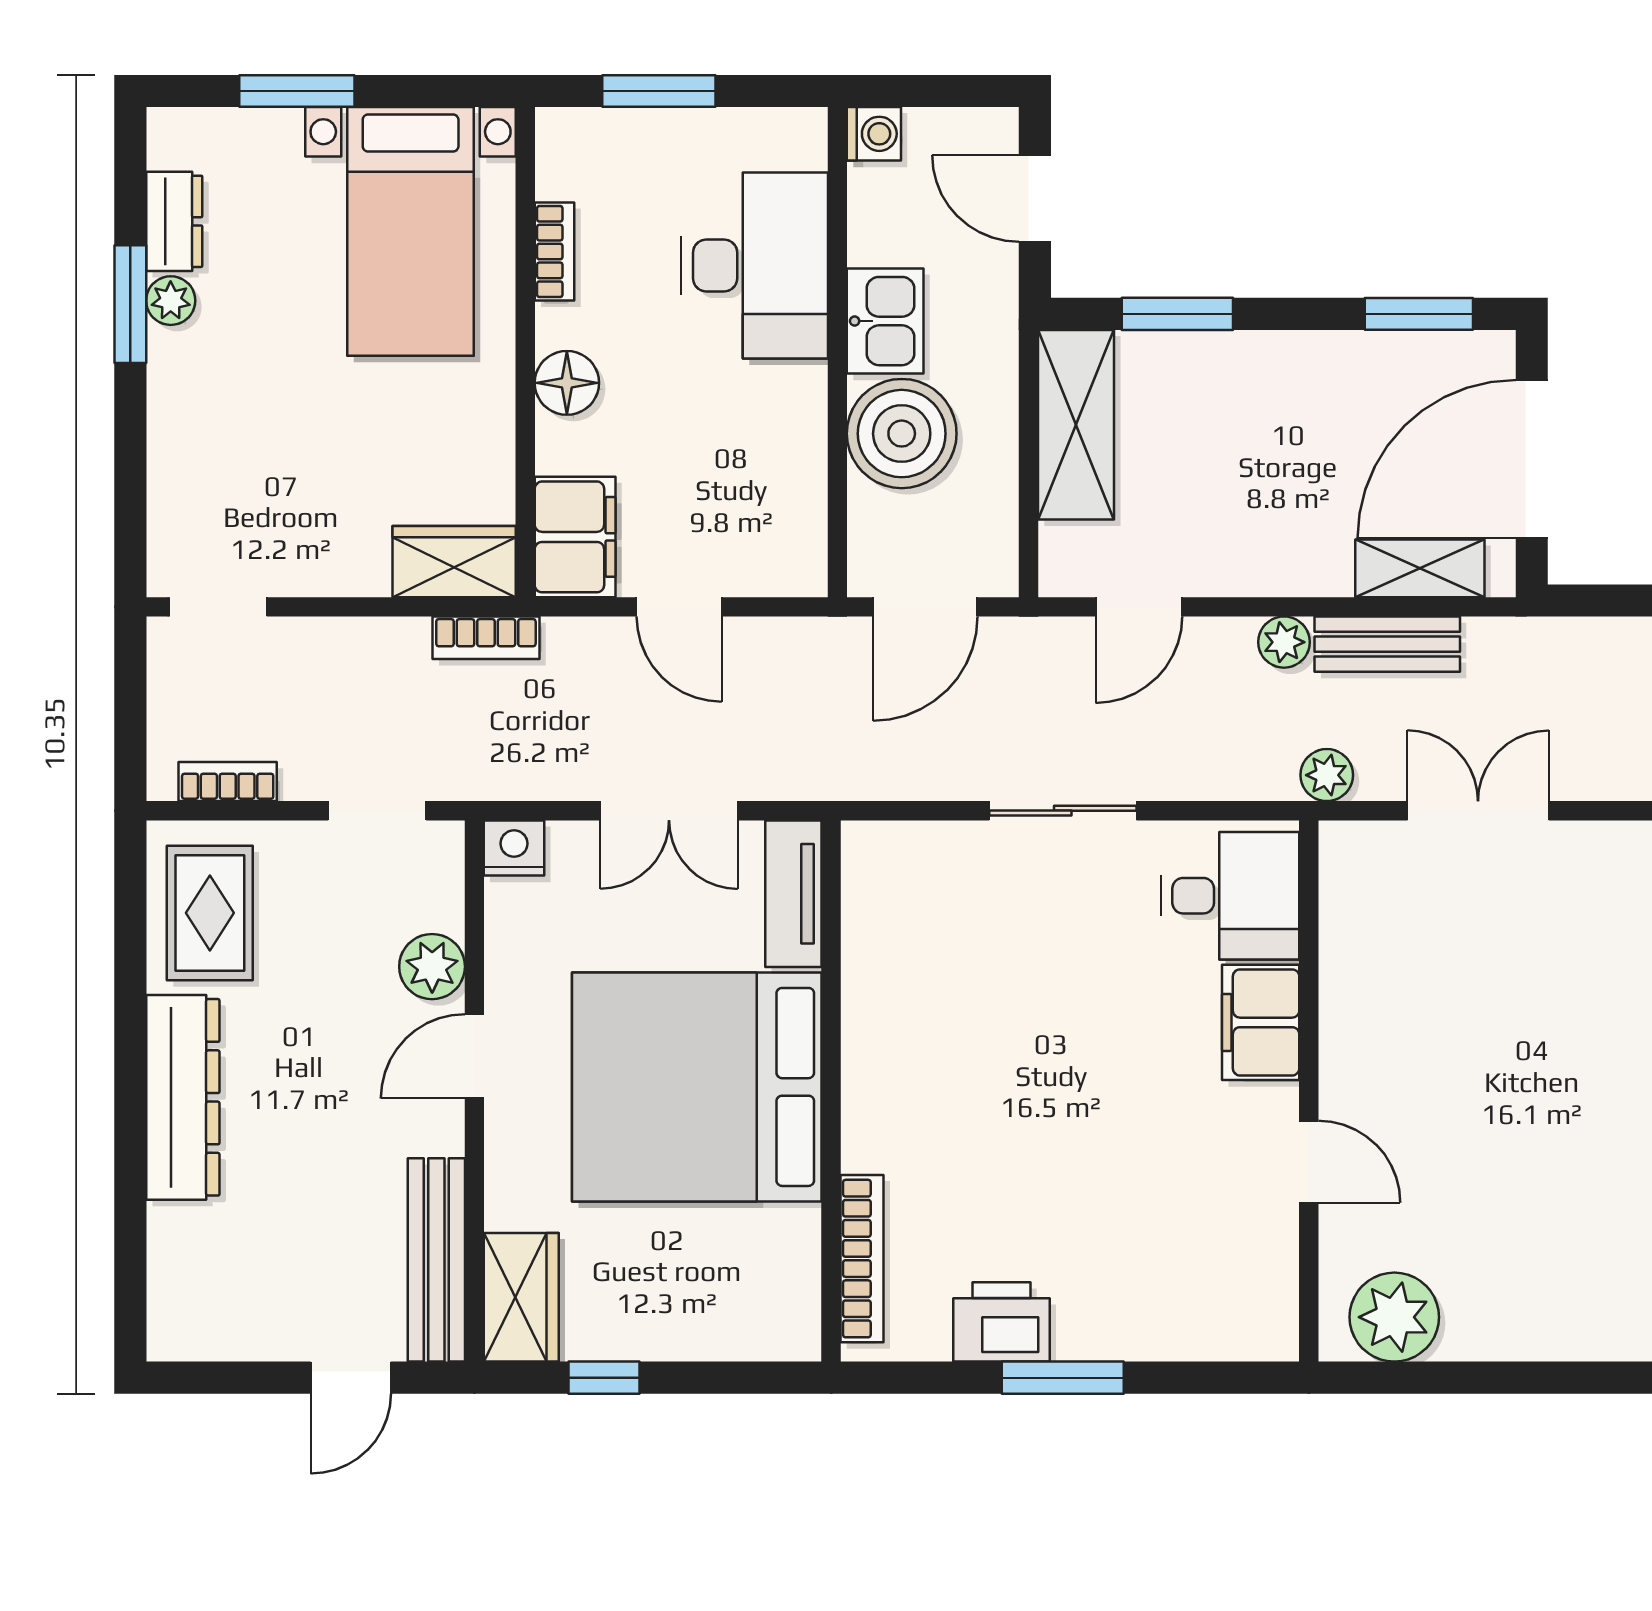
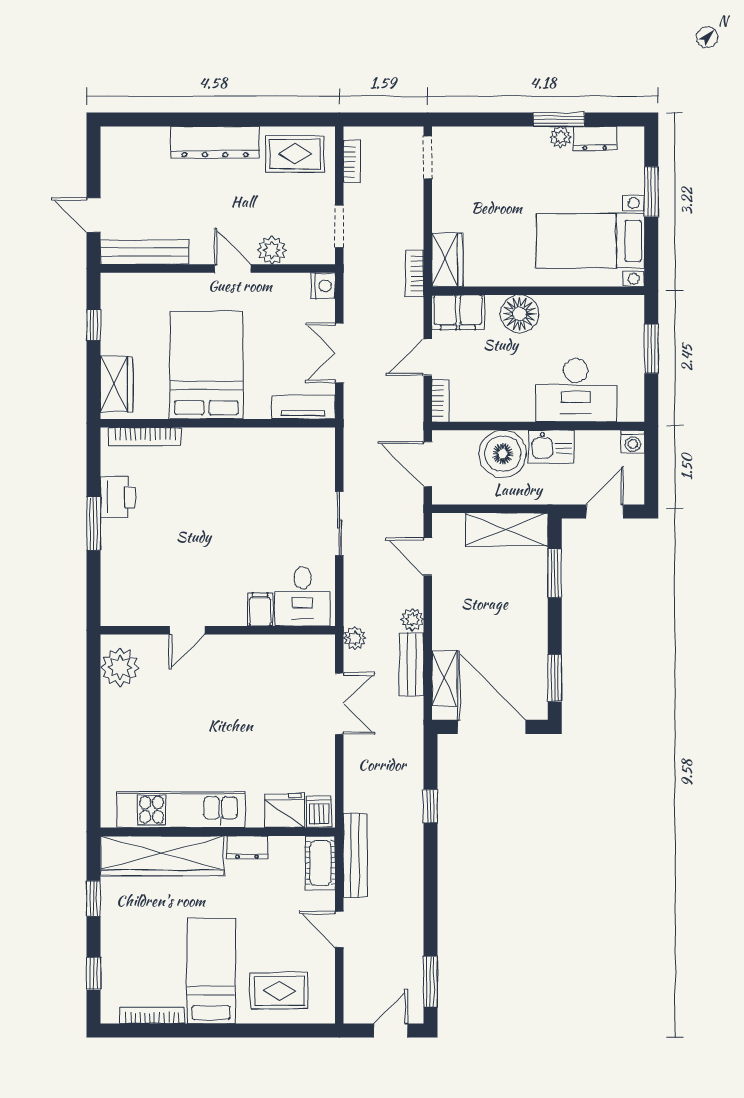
bookcase: (554, 251) -> (440, 400), moved, turned -90
floor lamp: (567, 383) -> (520, 314), width x1.38, depth x1.38
filing cabinet: (1261, 1022) -> (260, 609), width x0.50
bed: (697, 1087) -> (206, 365), width x0.73
wardrobe: (521, 1297) -> (117, 384), moved, turned -90

